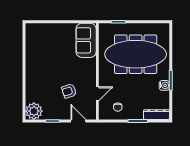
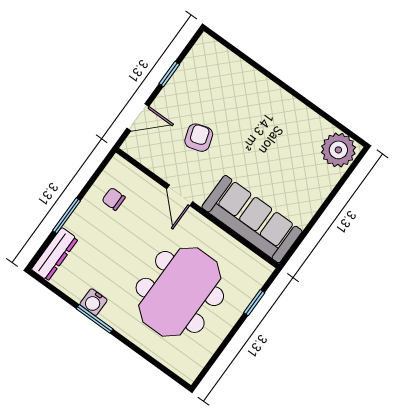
sofa: (86, 40) -> (252, 219), width x1.36
meeting table: (136, 54) -> (180, 292), width x0.73
door: (97, 94) -> (180, 195), moved
plant: (34, 111) -> (338, 150), moved

